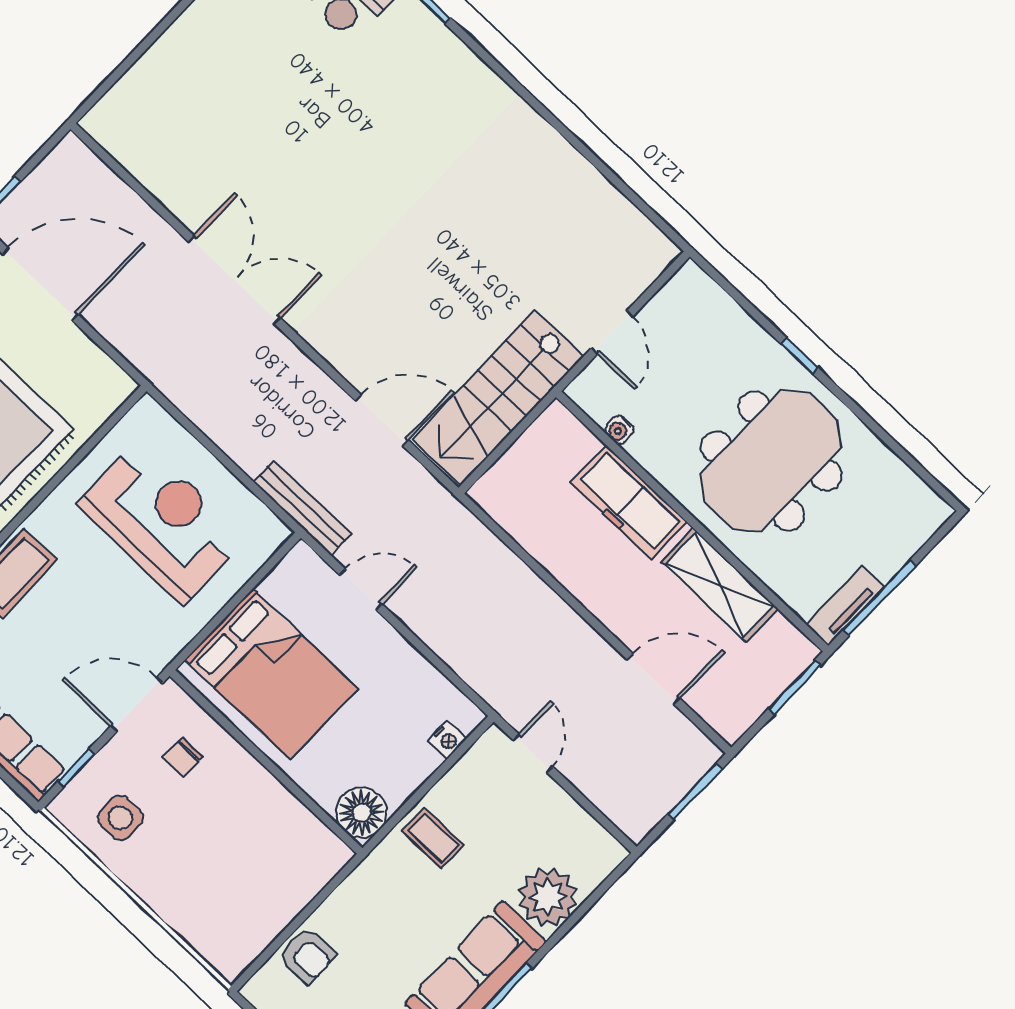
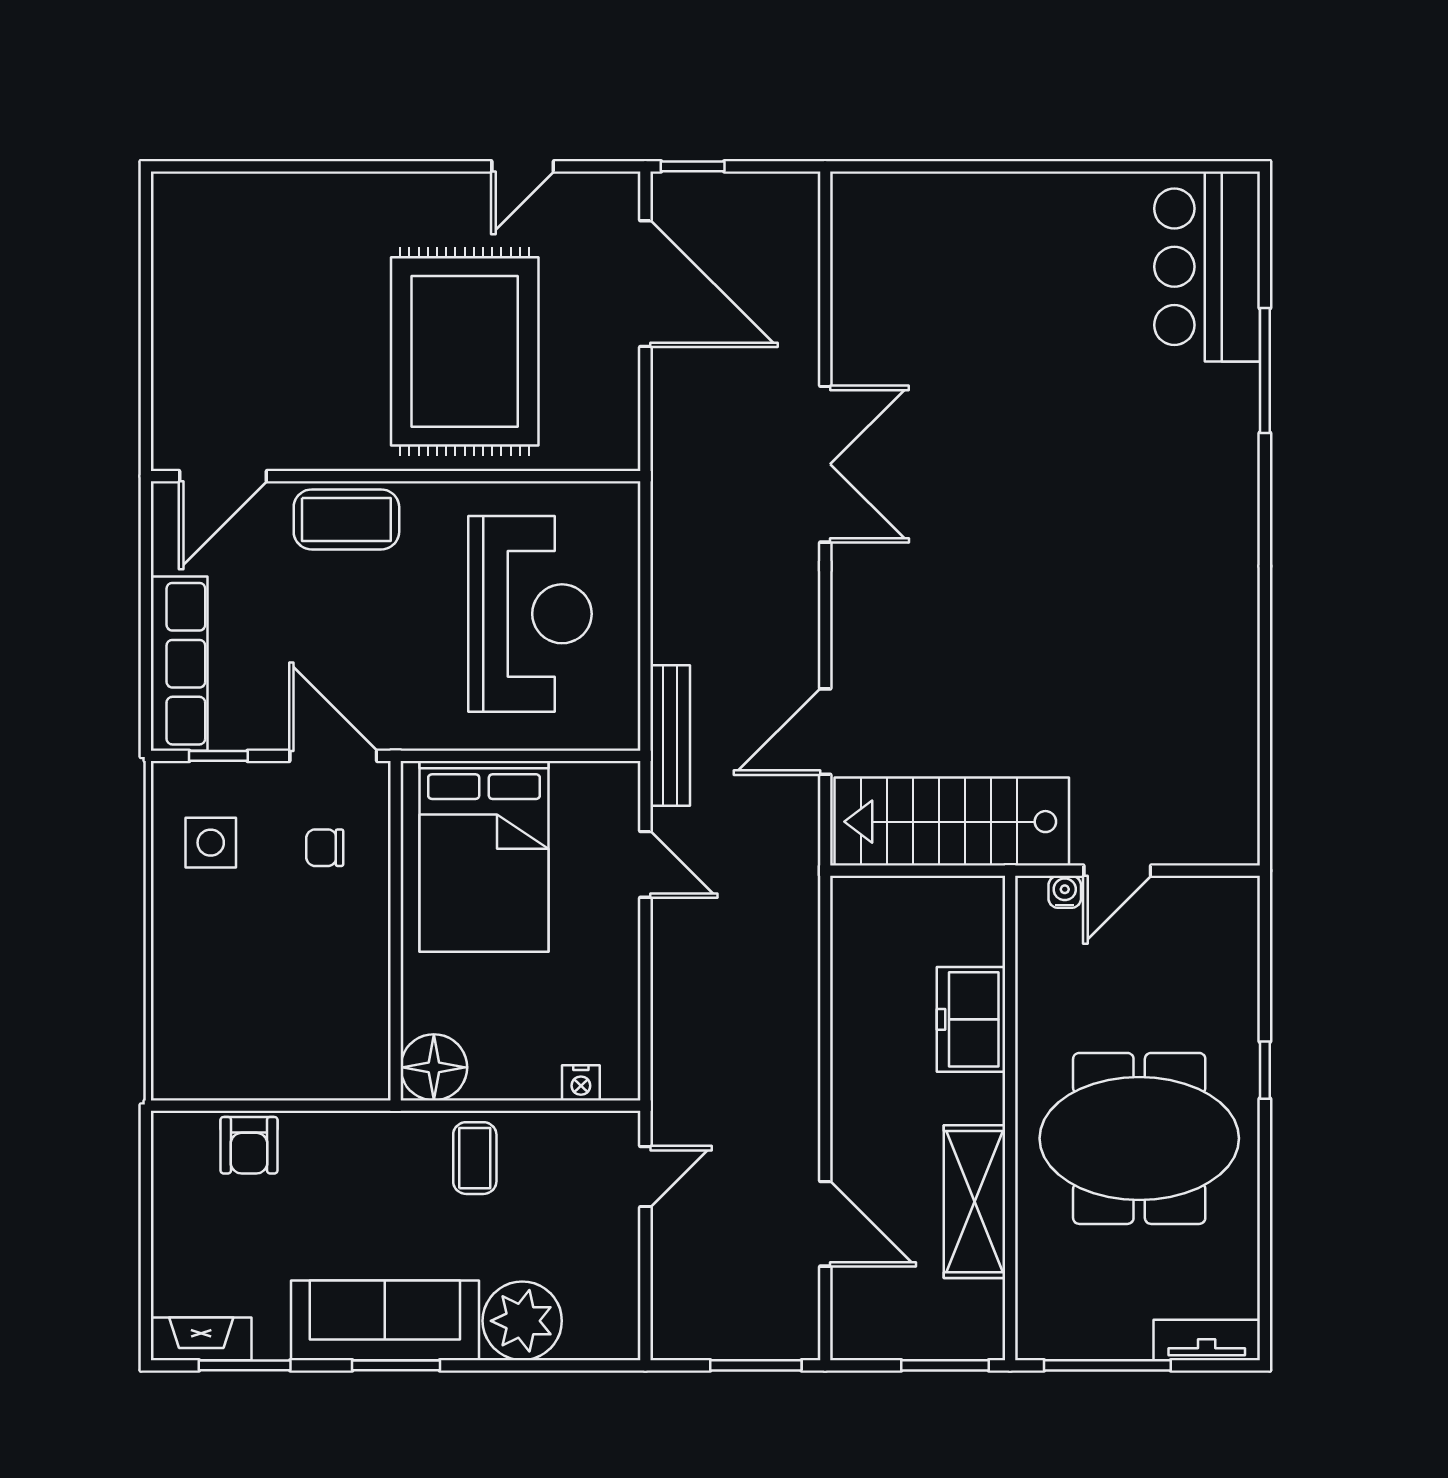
door: (382, 420) -> (825, 732), swing flipped
water cooler: (619, 430) -> (1065, 892), moved, turned 90
freezer: (629, 502) -> (971, 1019), width x0.71
tv unit: (845, 606) -> (1207, 1340), moved

